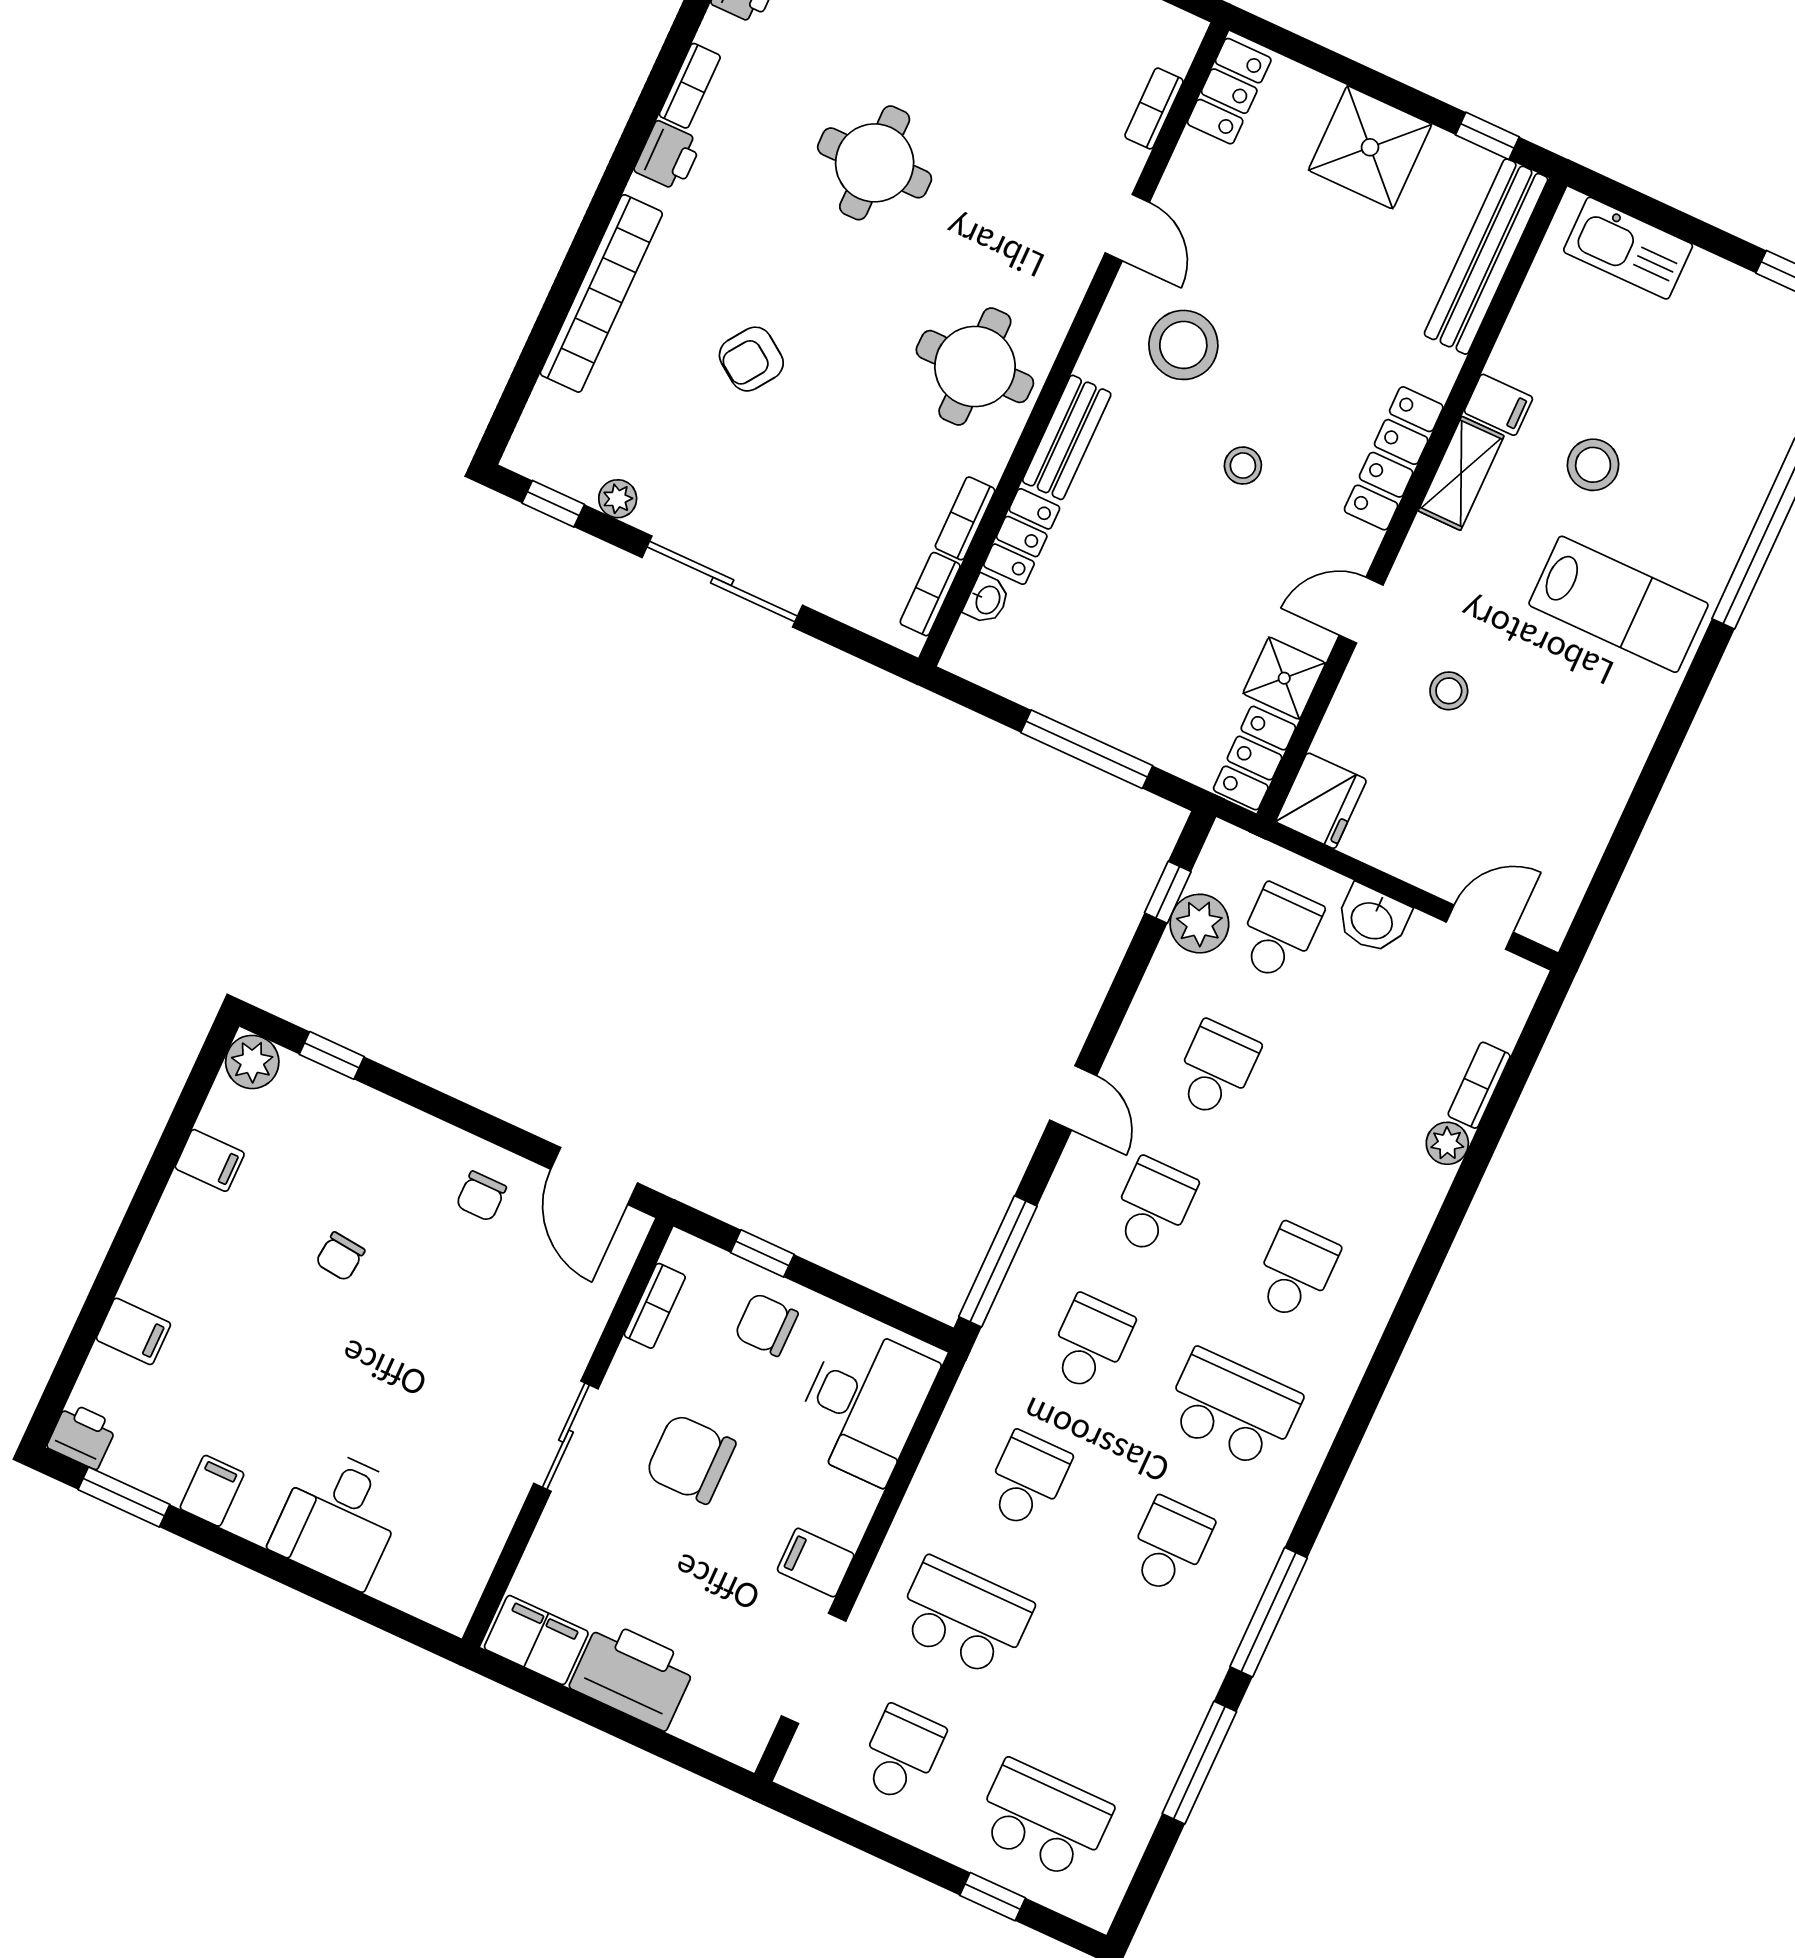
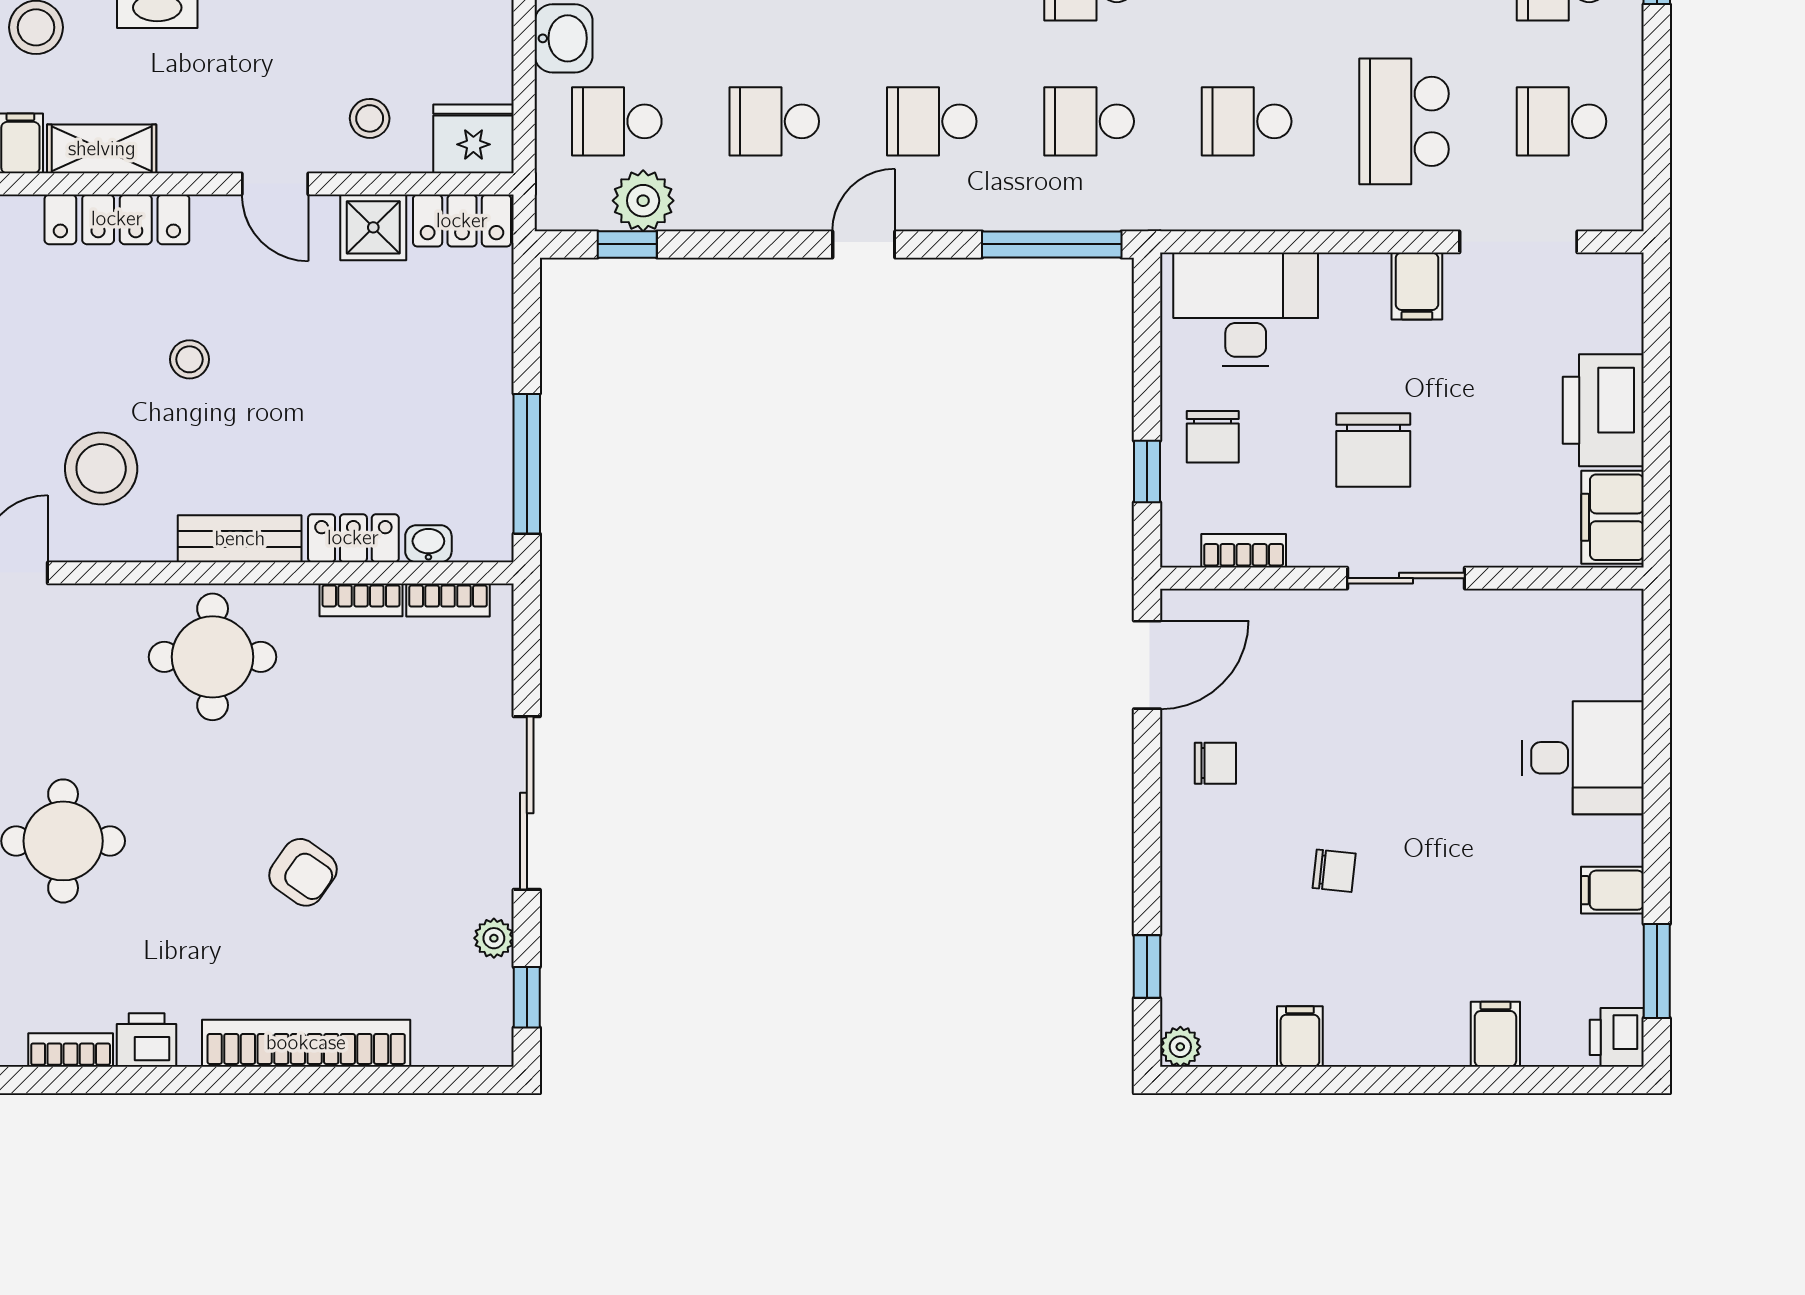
stool: (1449, 691) -> (370, 118), moved
window: (1087, 749) -> (527, 464), moved
plant: (252, 1062) -> (1180, 1047), width x0.73, depth x0.73

